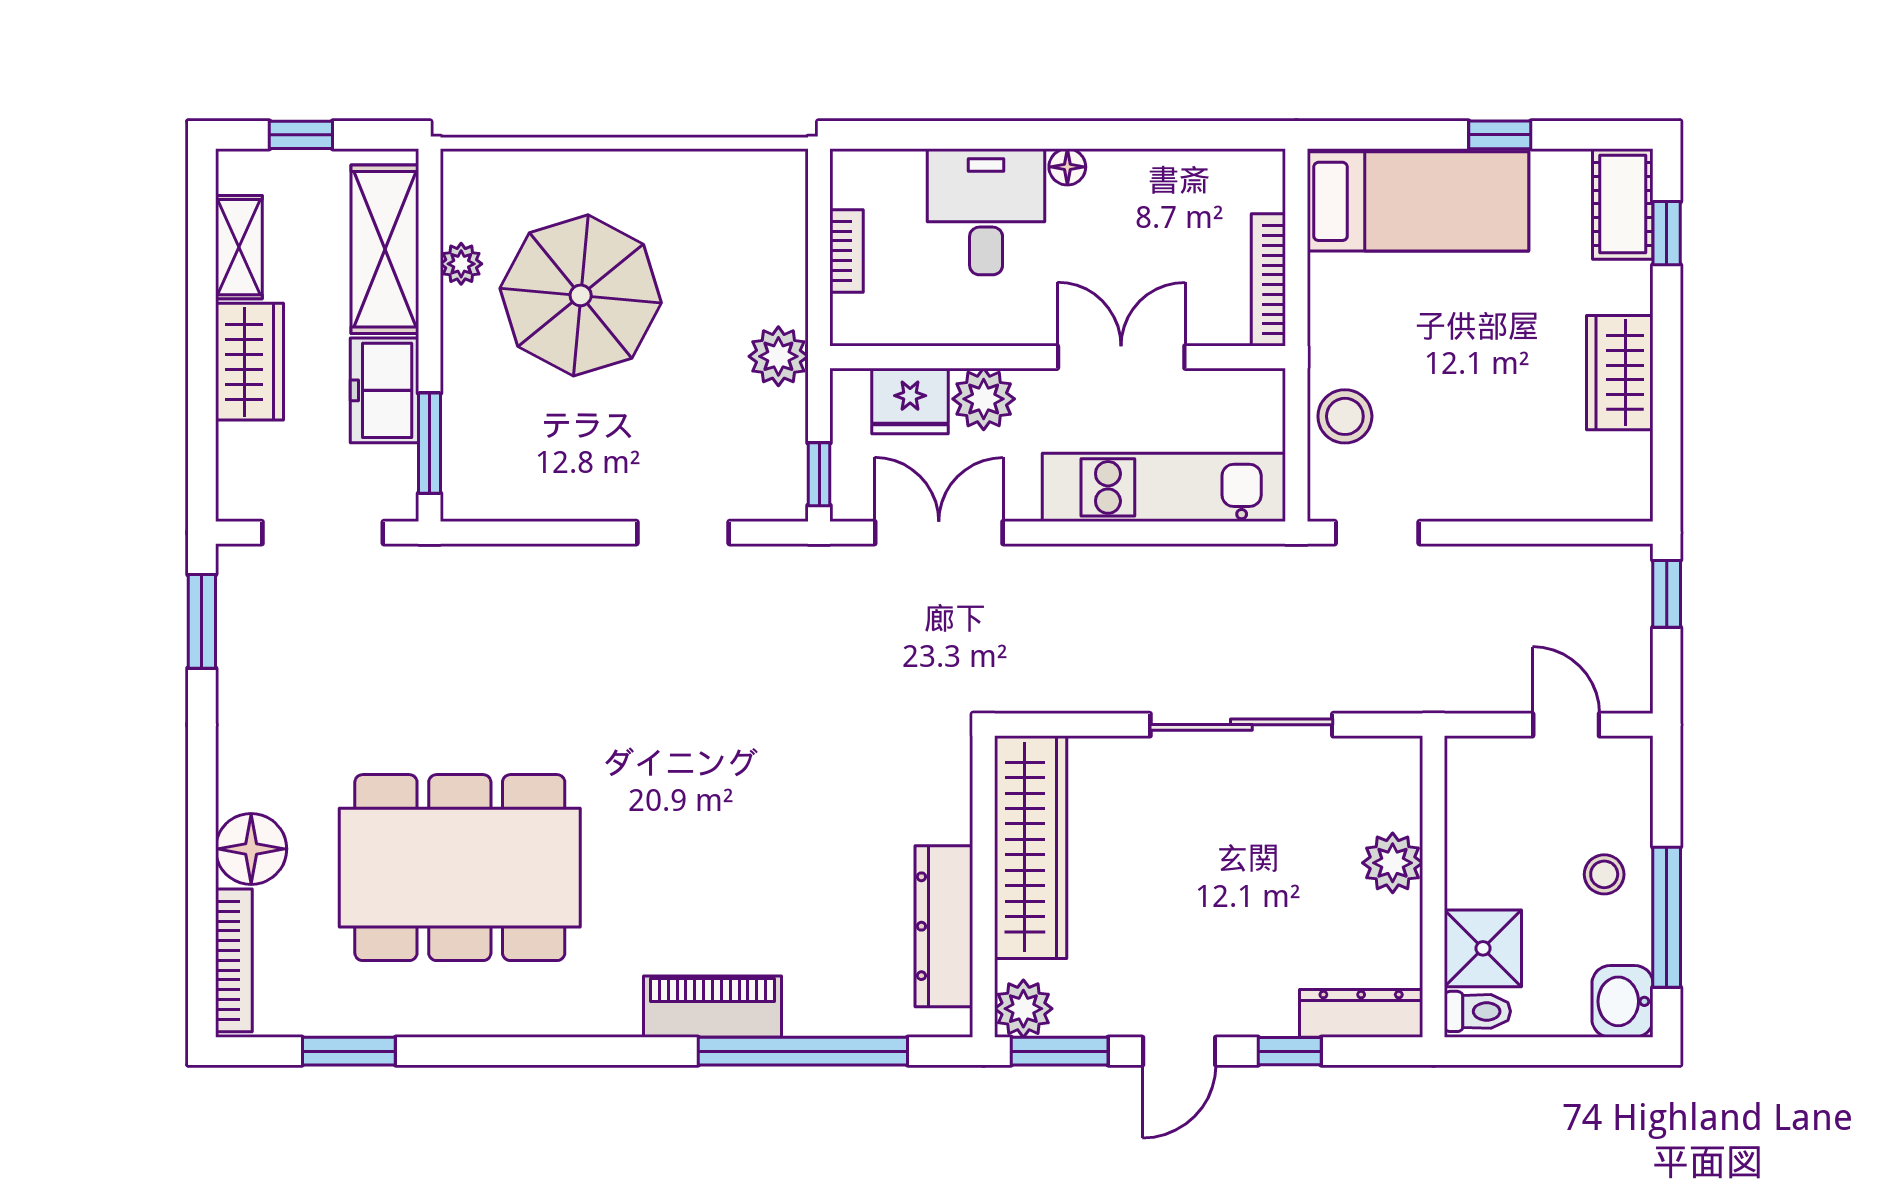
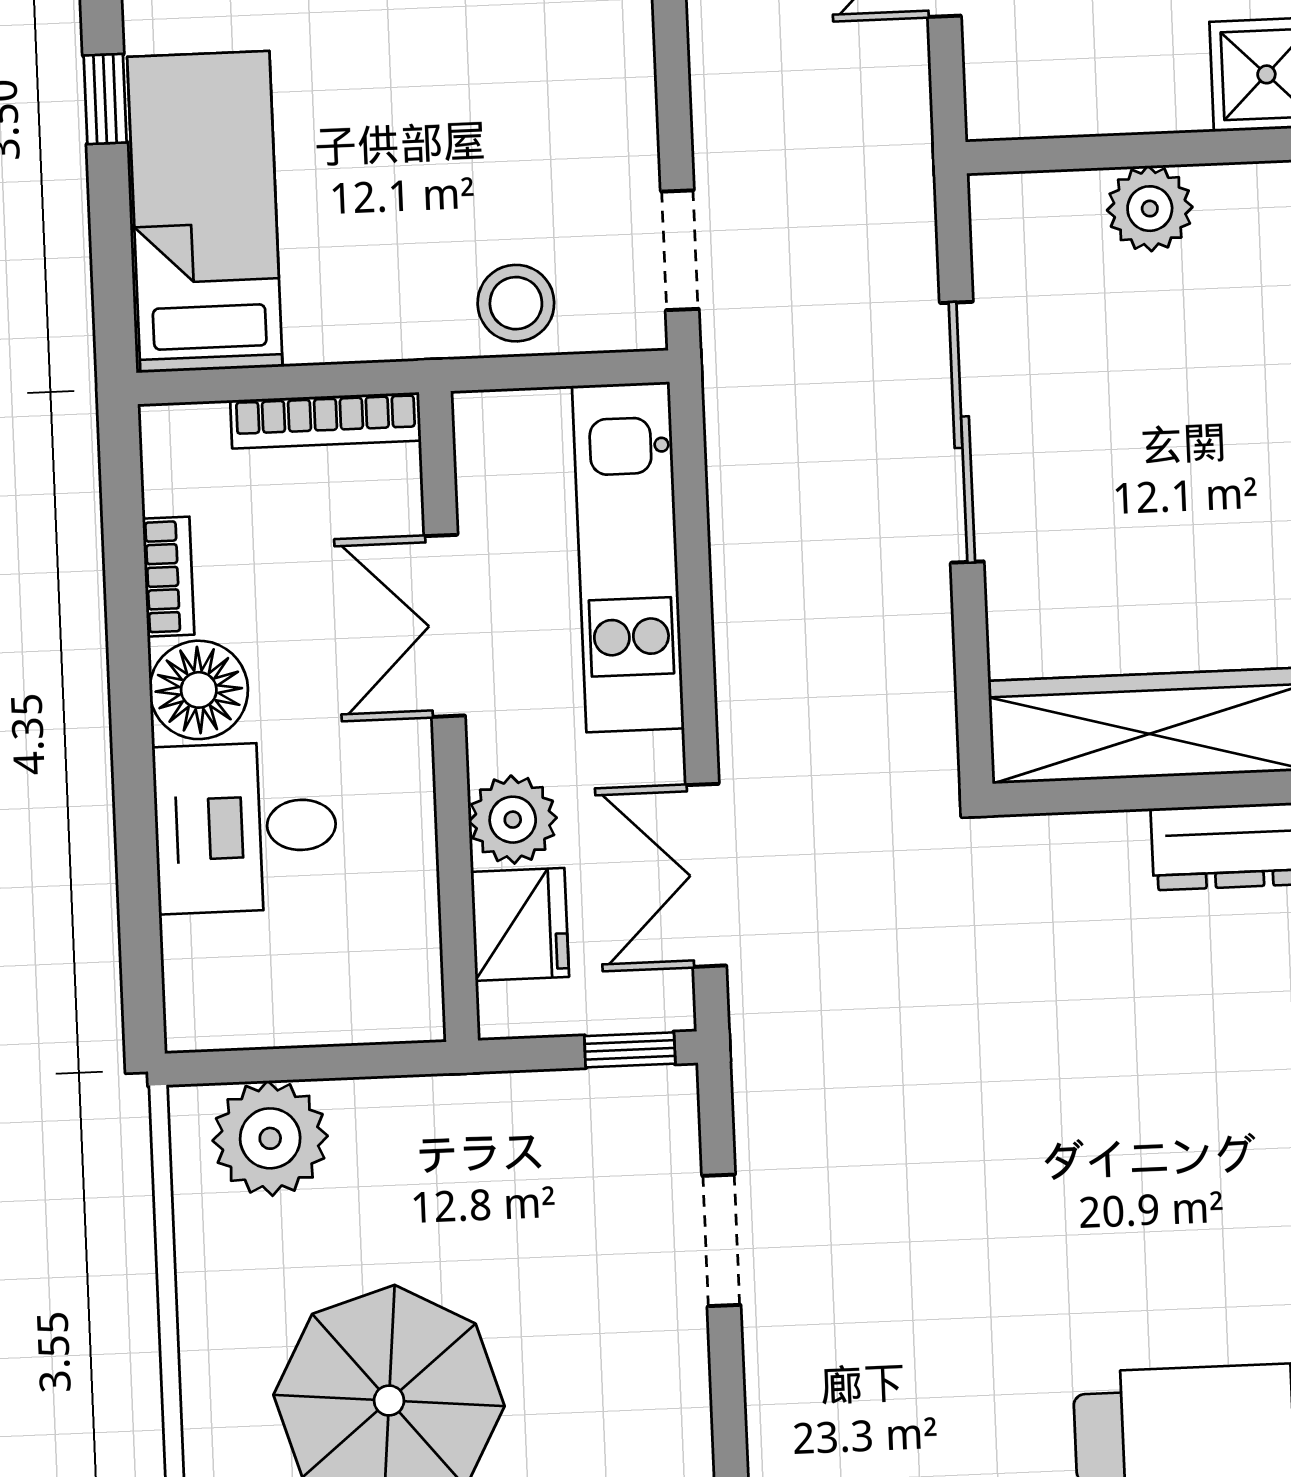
floor lamp: (1067, 167) -> (199, 690), width x1.89, depth x1.89
bookcase: (847, 251) -> (168, 577), moved, turned 90
plant: (778, 356) -> (270, 1138), moved, width x1.36, depth x1.36

